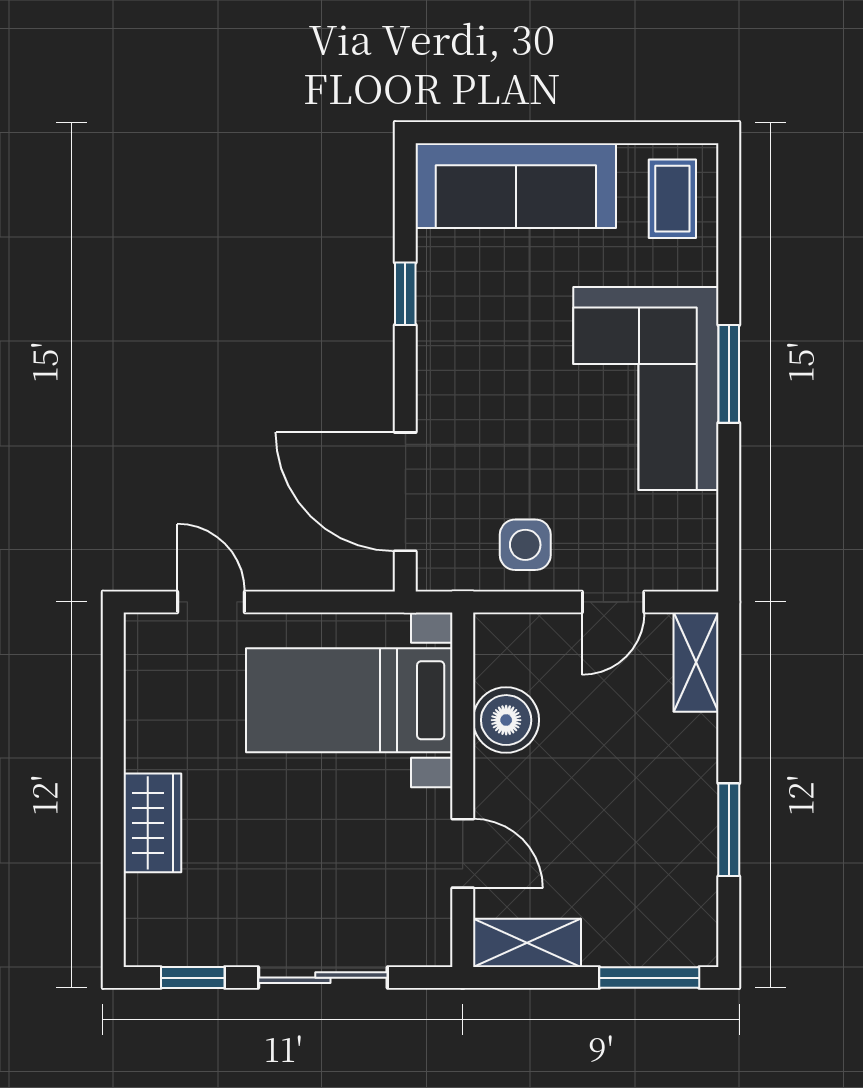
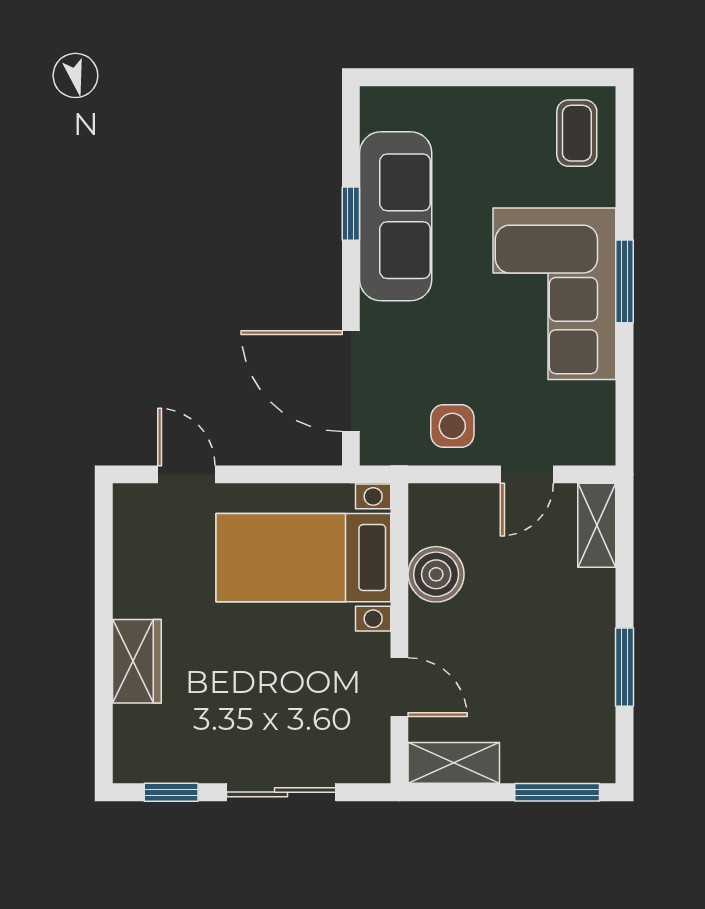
sofa: (516, 186) -> (396, 216), moved, turned -90

